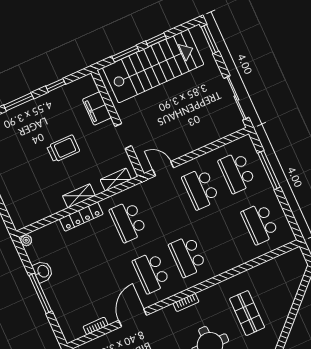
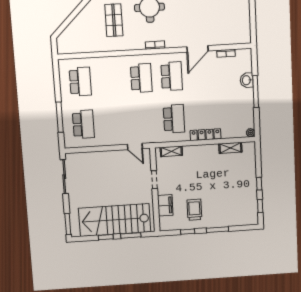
trolley: (63, 149) -> (194, 210), moved, turned 90
school desk: (201, 189) -> (114, 122), removed
shelving: (79, 196) -> (230, 148), moved
washbasin: (43, 271) -> (247, 80), moved

